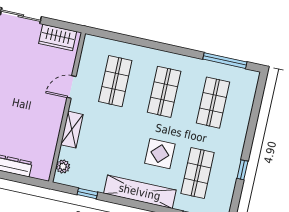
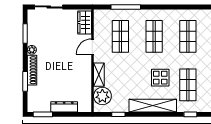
wardrobe: (58, 37) -> (85, 22), moved, turned 90
window: (225, 61) -> (126, 7), moved
plant: (63, 166) -> (102, 96), width x1.88, depth x1.88

